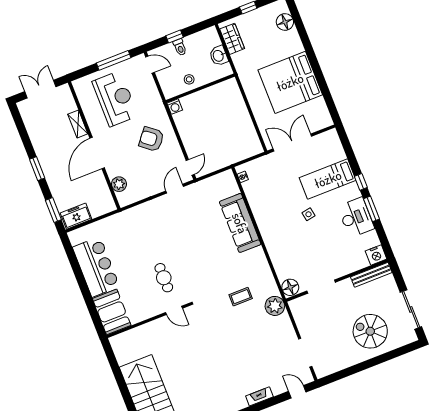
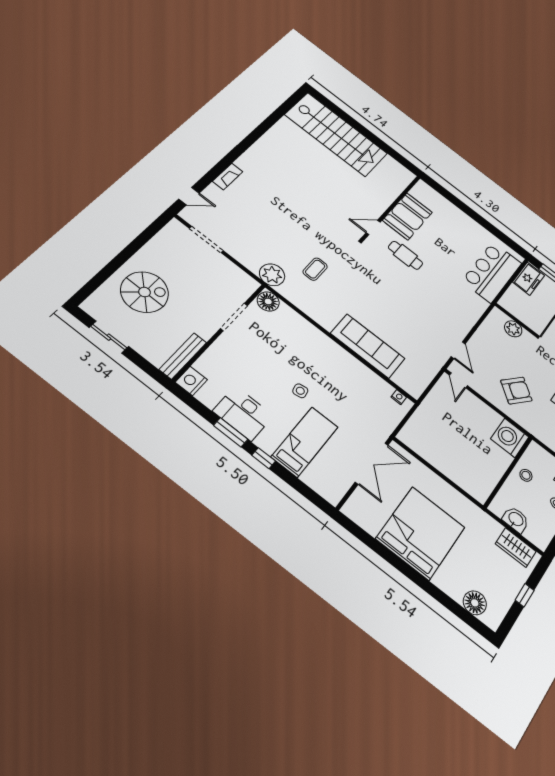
washing machine: (175, 107) -> (510, 438), width x1.89, depth x1.89
bar counter: (96, 267) -> (492, 272), moved, turned 90
sliding door: (411, 309) -> (109, 337), width x0.73
booth: (112, 312) -> (407, 216), moved, turned 90

